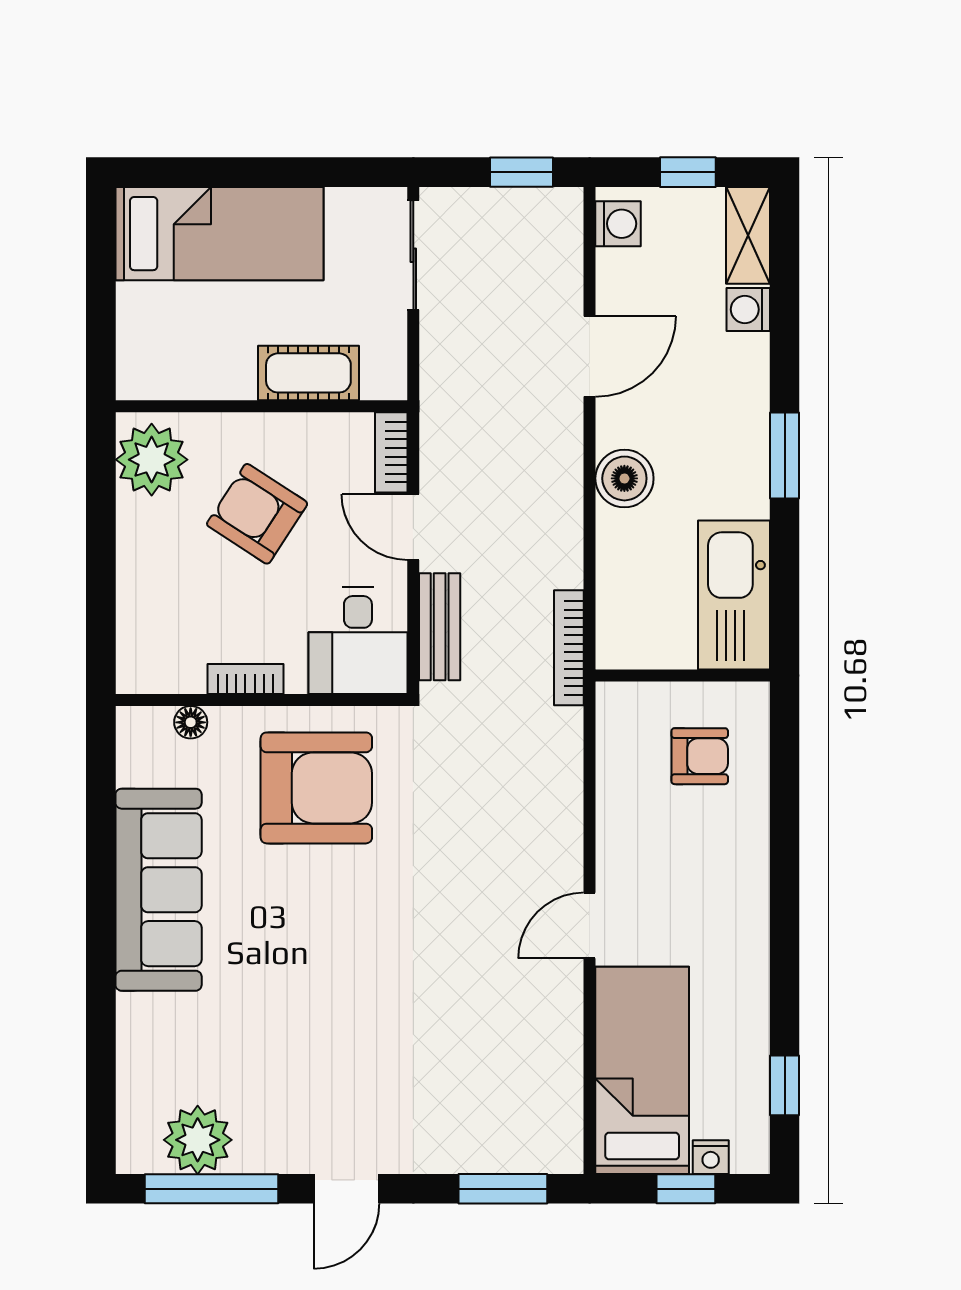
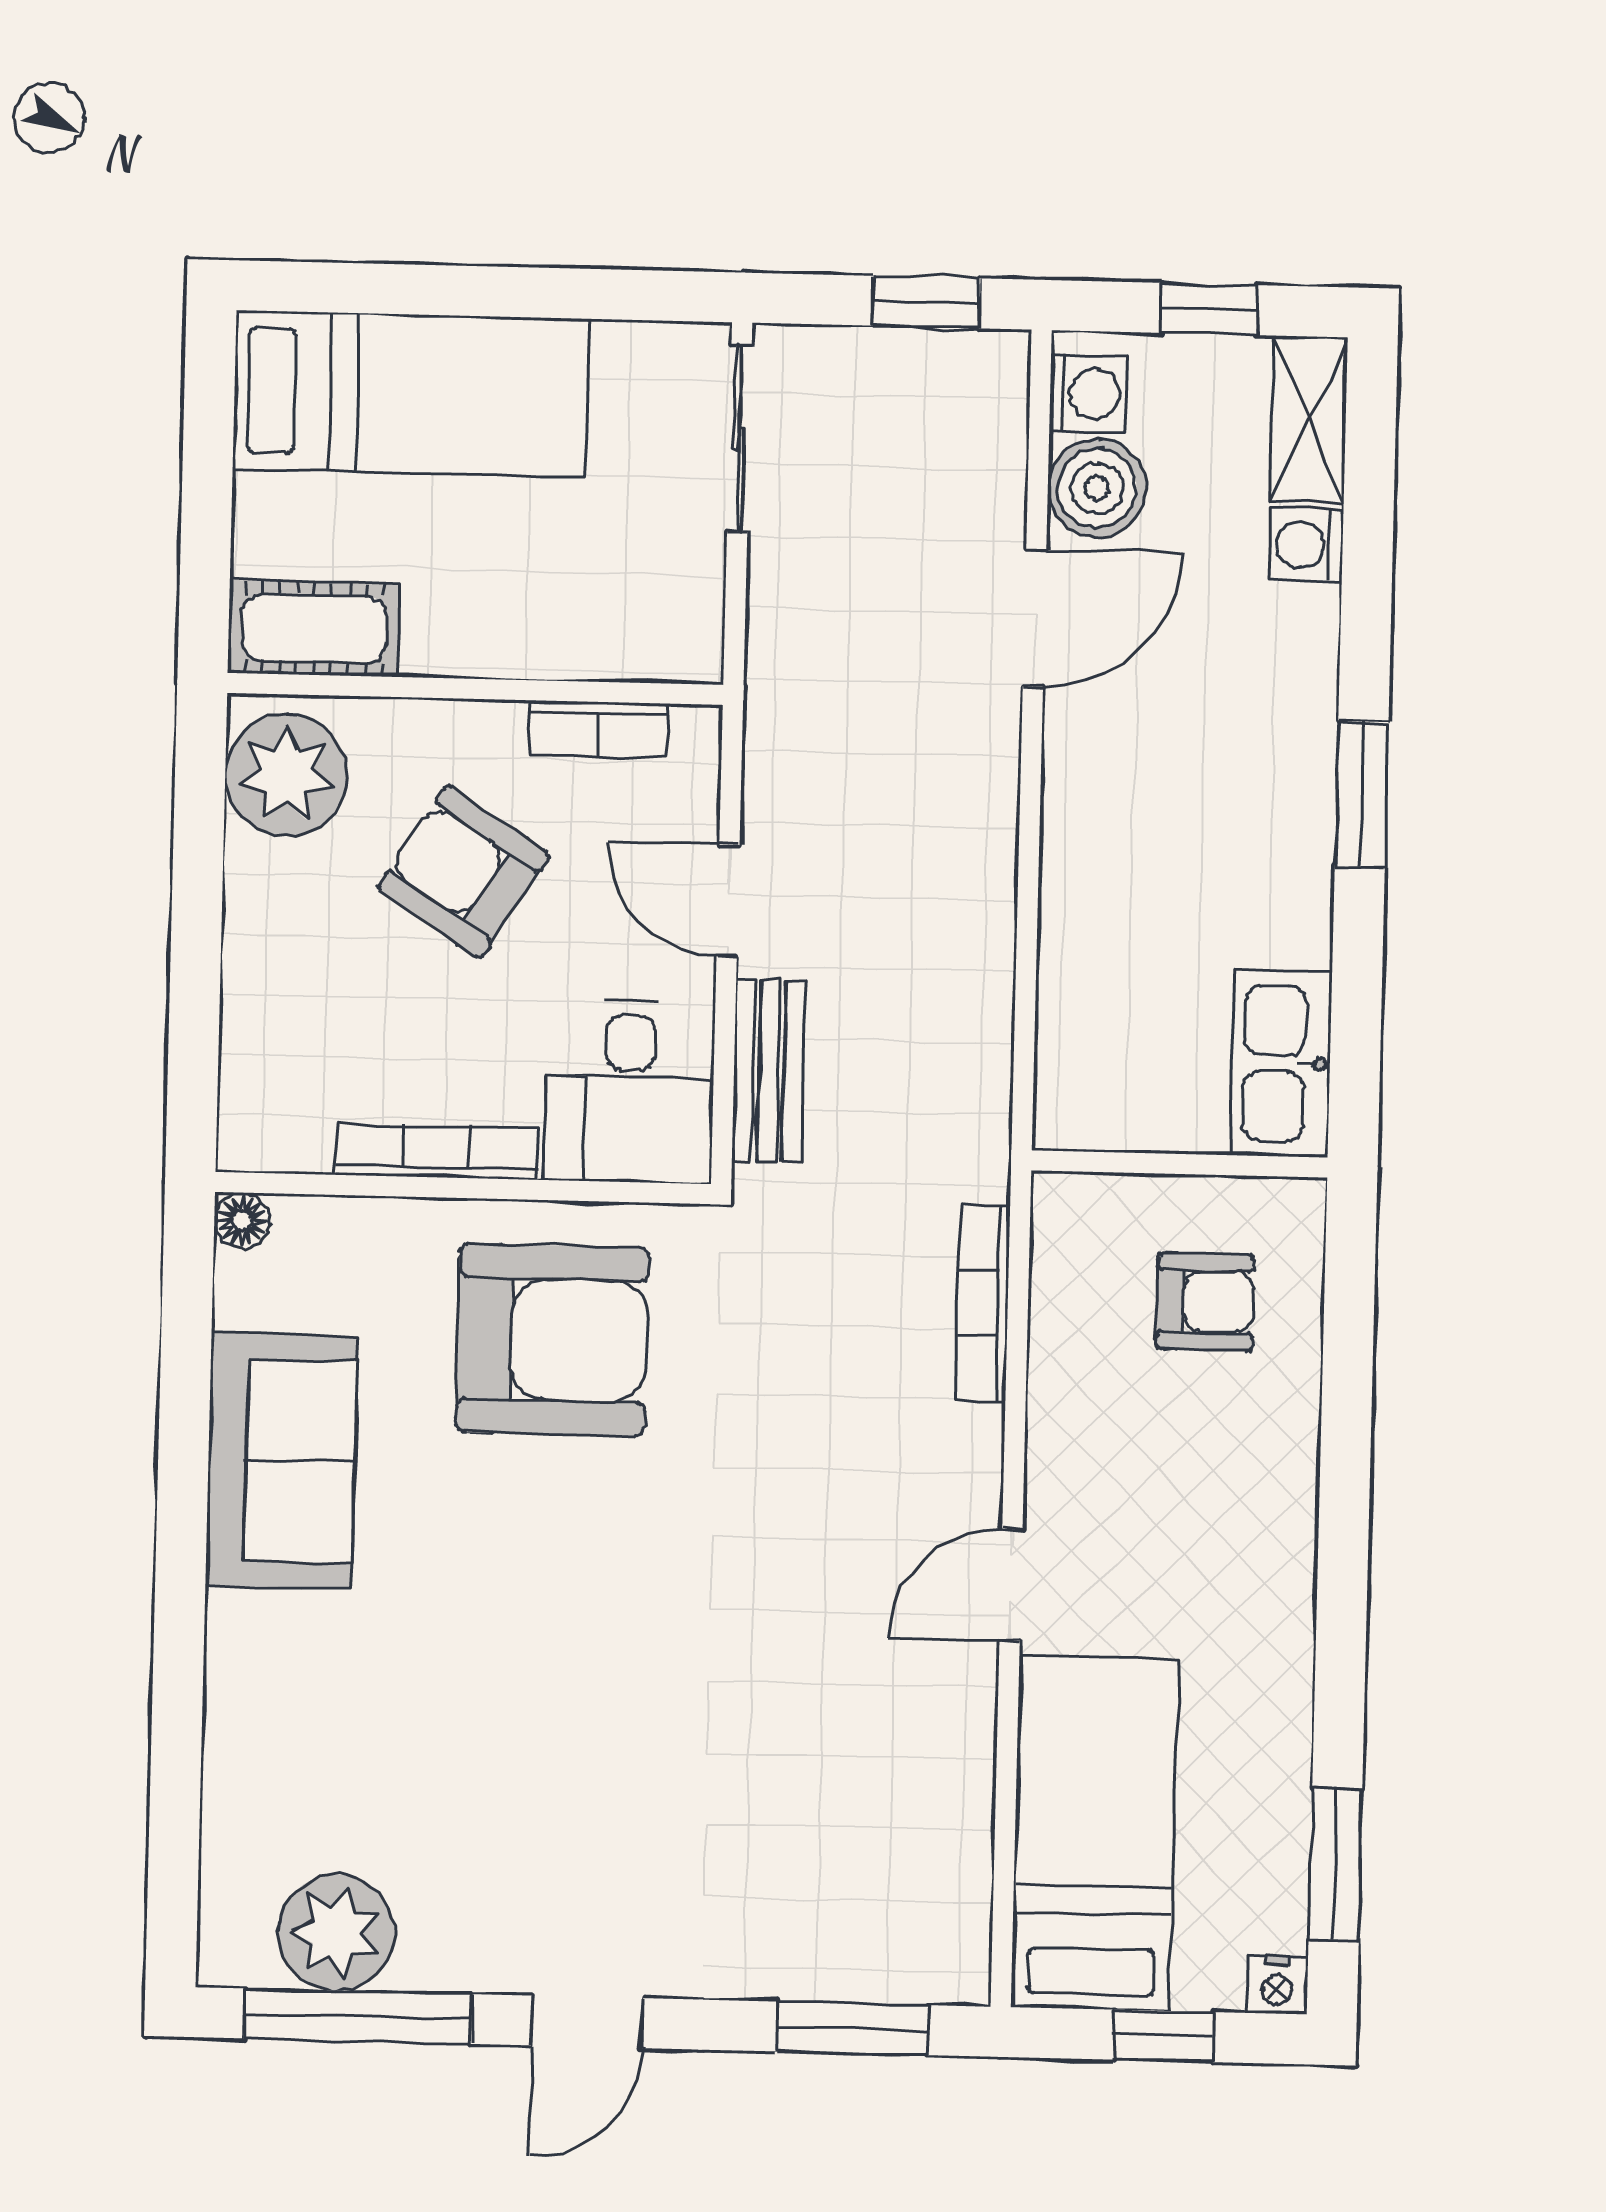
cot: (308, 373) -> (314, 628), moved
bookcase: (391, 452) -> (599, 729), moved, turned -90
boiler: (624, 478) -> (1097, 488), moved
kitchen sink: (734, 595) -> (1281, 1063), width x0.73, depth x0.81
bookcase: (569, 648) -> (983, 1303), moved
bookcase: (245, 679) -> (437, 1152), width x1.56
floor lamp: (191, 722) -> (242, 1221), moved
sofa: (159, 890) -> (281, 1461), width x0.73
window: (785, 1085) -> (1335, 1864), width x1.50
nightstand: (711, 1157) -> (1277, 1985), moved

